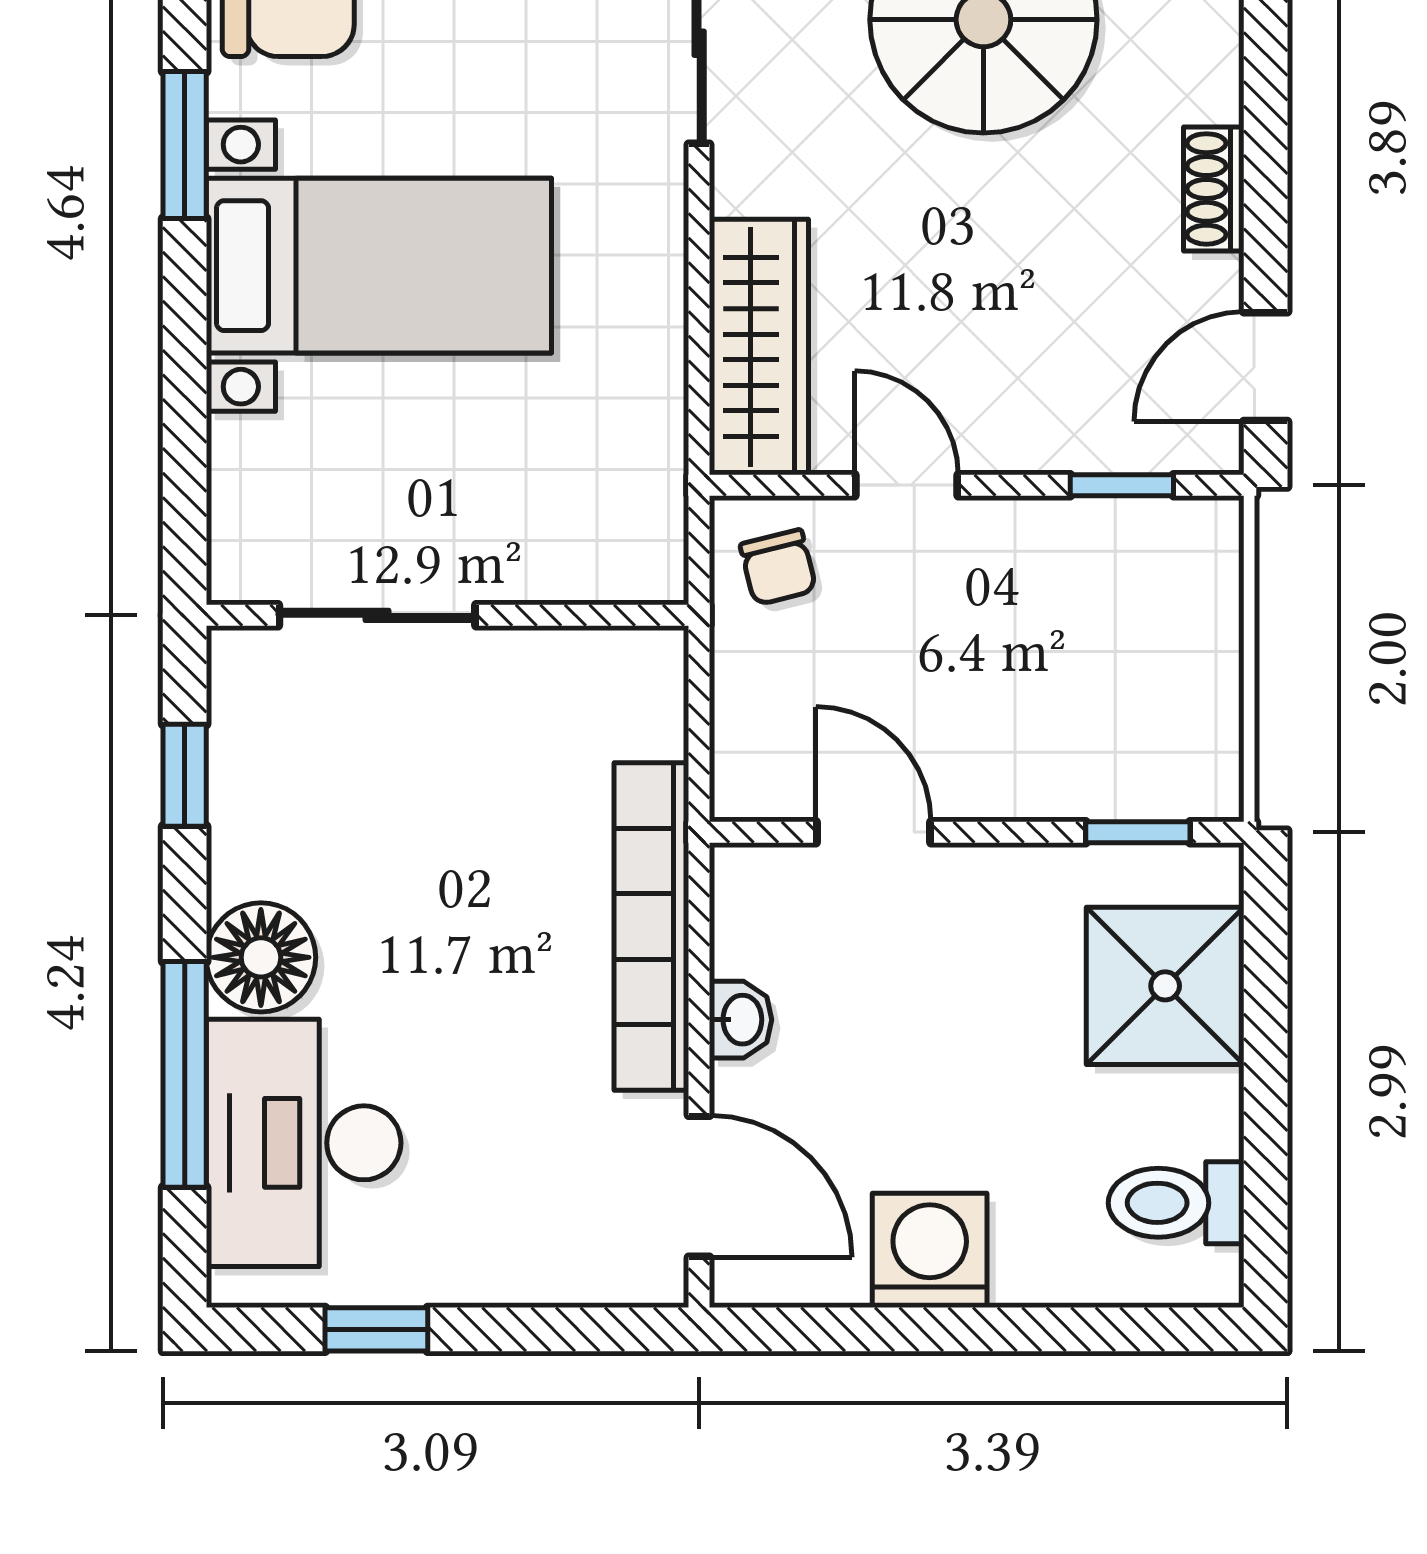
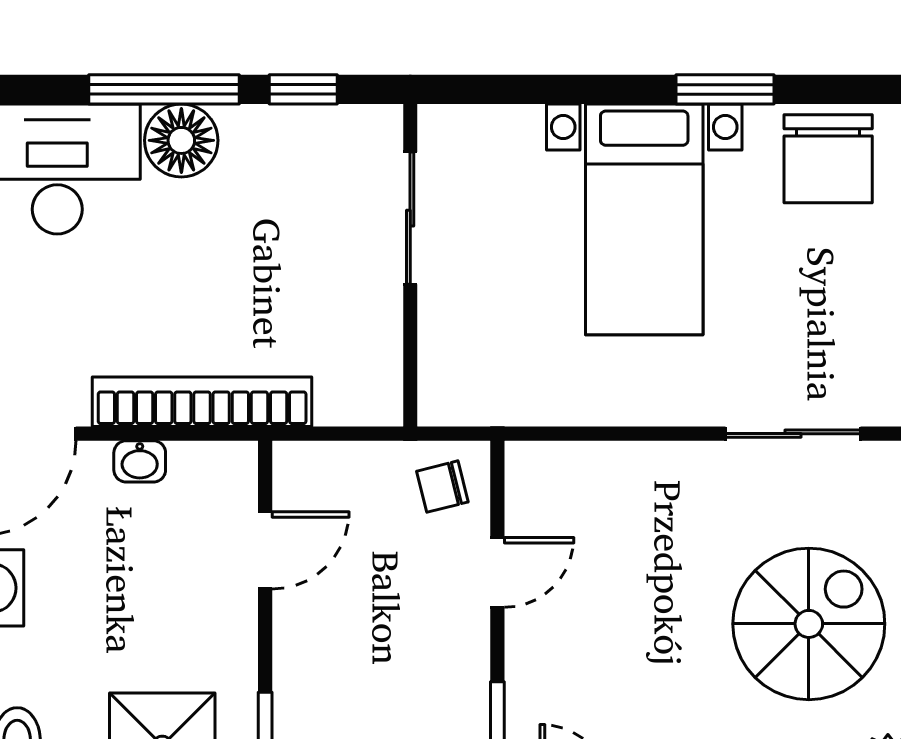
wardrobe: (759, 347) -> (590, 474), removed
window: (185, 1074) -> (164, 89), moved

